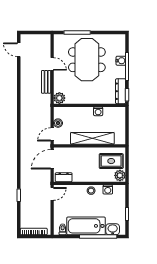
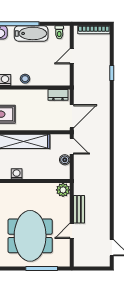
door: (52, 64) -> (72, 231), hinge flipped
door: (52, 134) -> (72, 146), hinge flipped
door: (52, 194) -> (72, 56), moved
bathtub: (86, 226) -> (31, 33), width x0.73, depth x0.73

